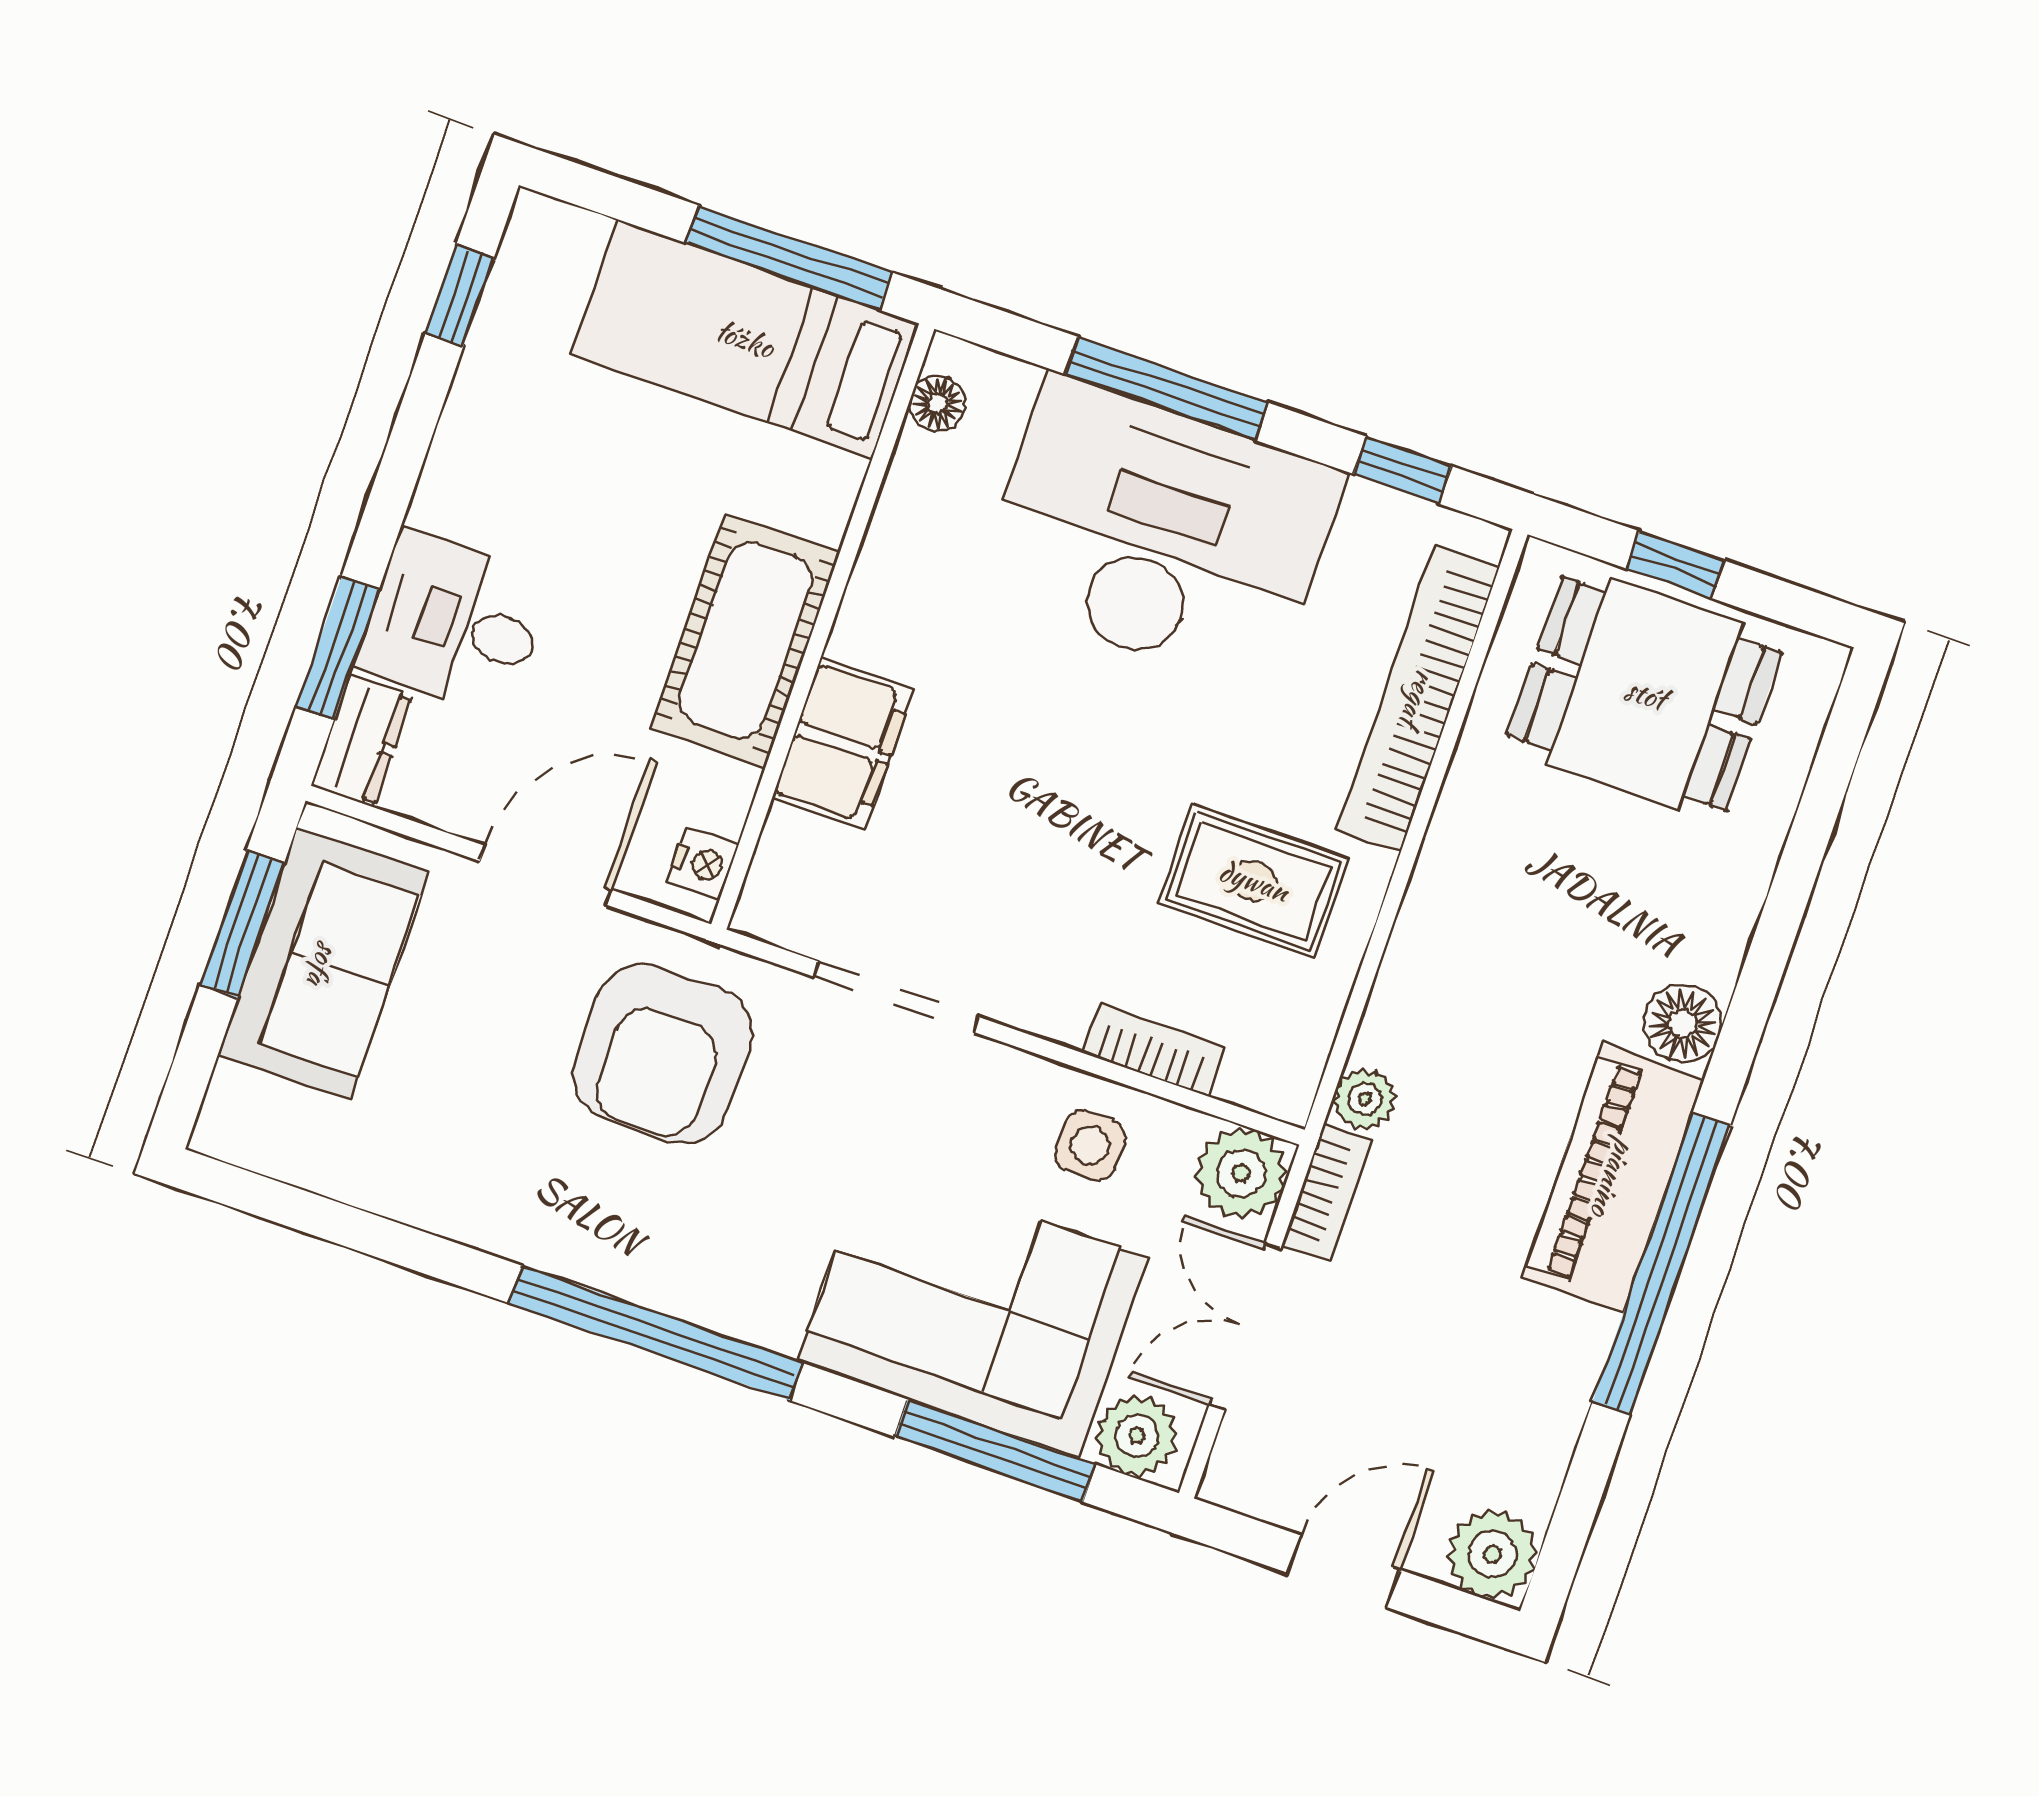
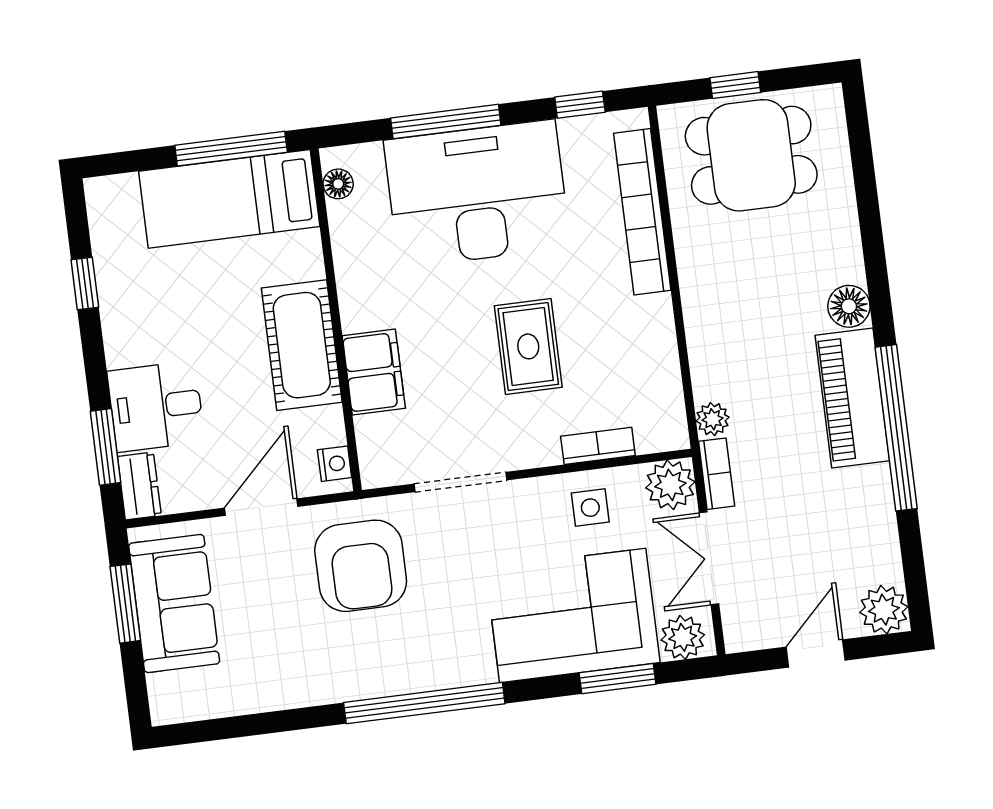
window: (460, 295) -> (85, 284), moved
rug: (1254, 881) -> (528, 346), moved, turned 90
window: (995, 1451) -> (618, 679), width x0.69

